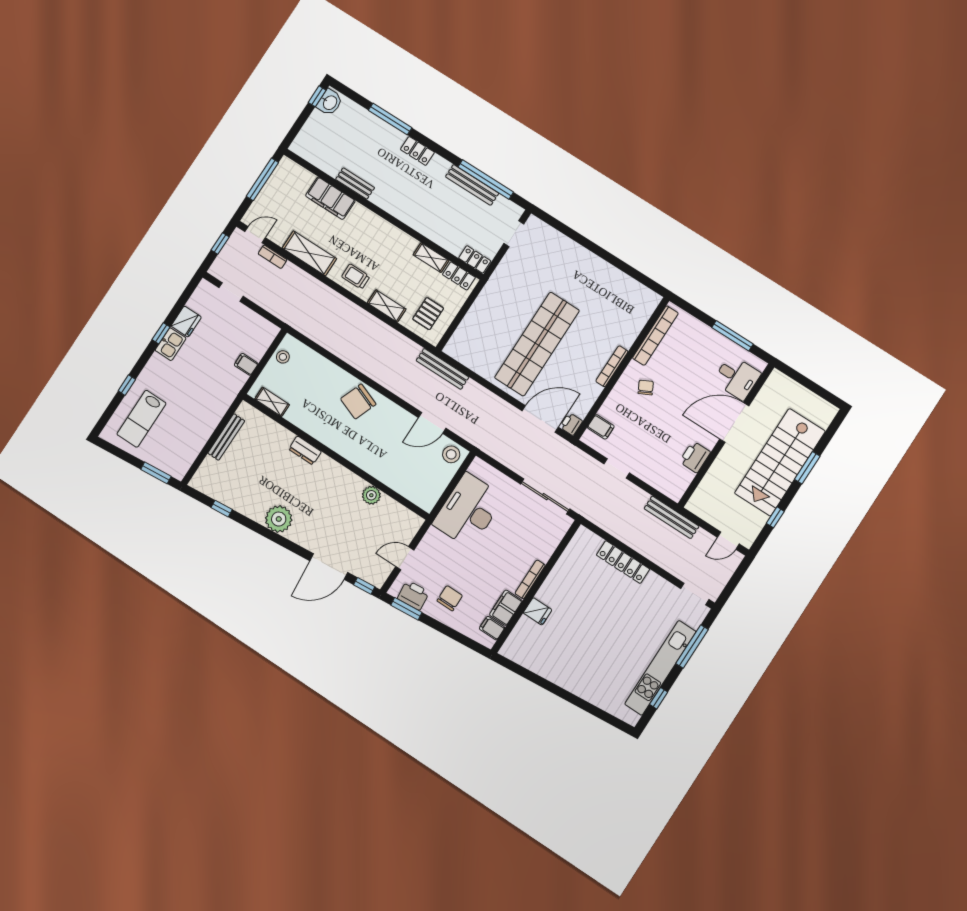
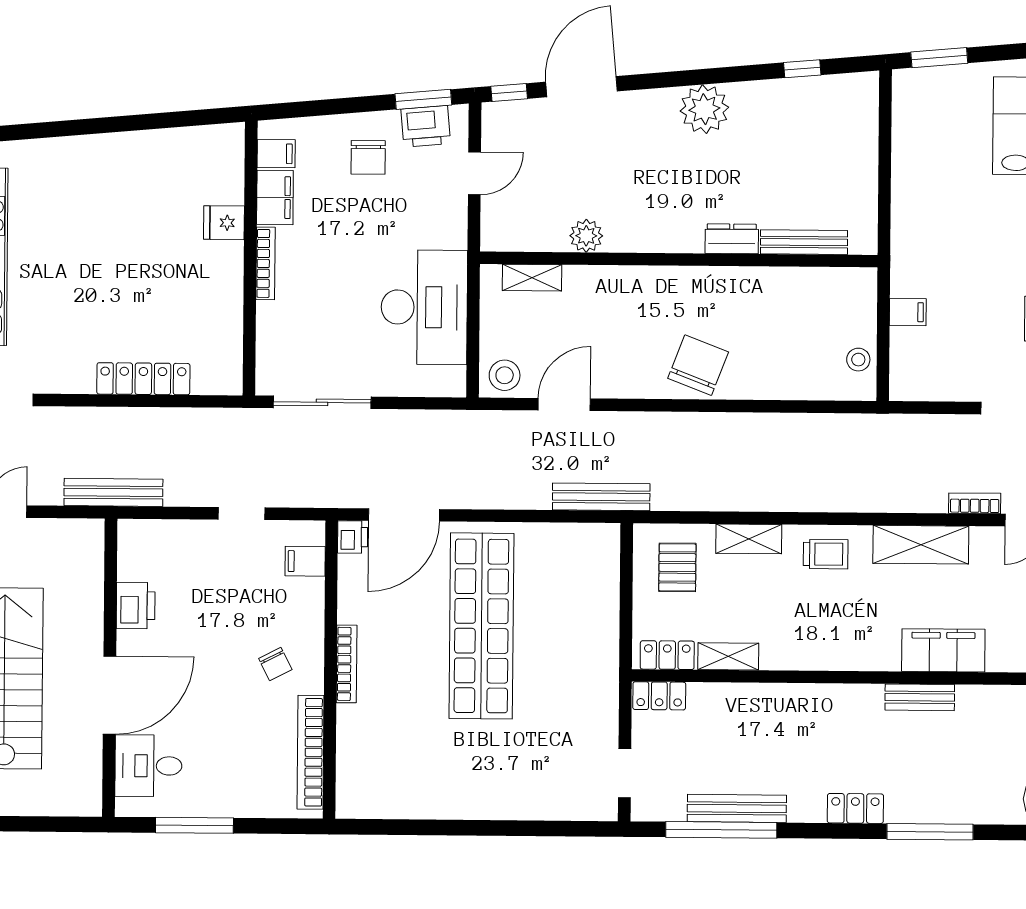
shelving: (272, 402) -> (532, 278), moved
bench: (226, 437) -> (804, 242), moved, turned 90

